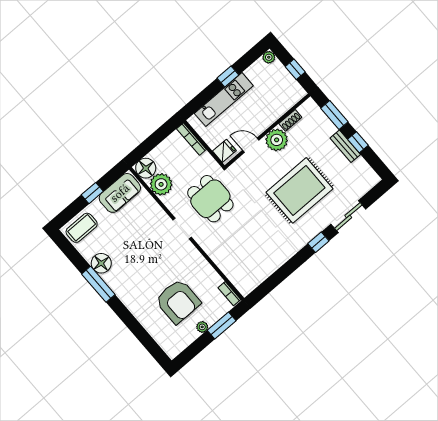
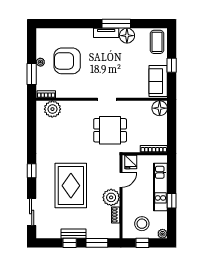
stool: (276, 86) -> (142, 224), added
plant: (161, 184) -> (52, 109), moved
sliding door: (348, 217) -> (32, 212), moved
tv unit: (116, 287) -> (106, 33), added

